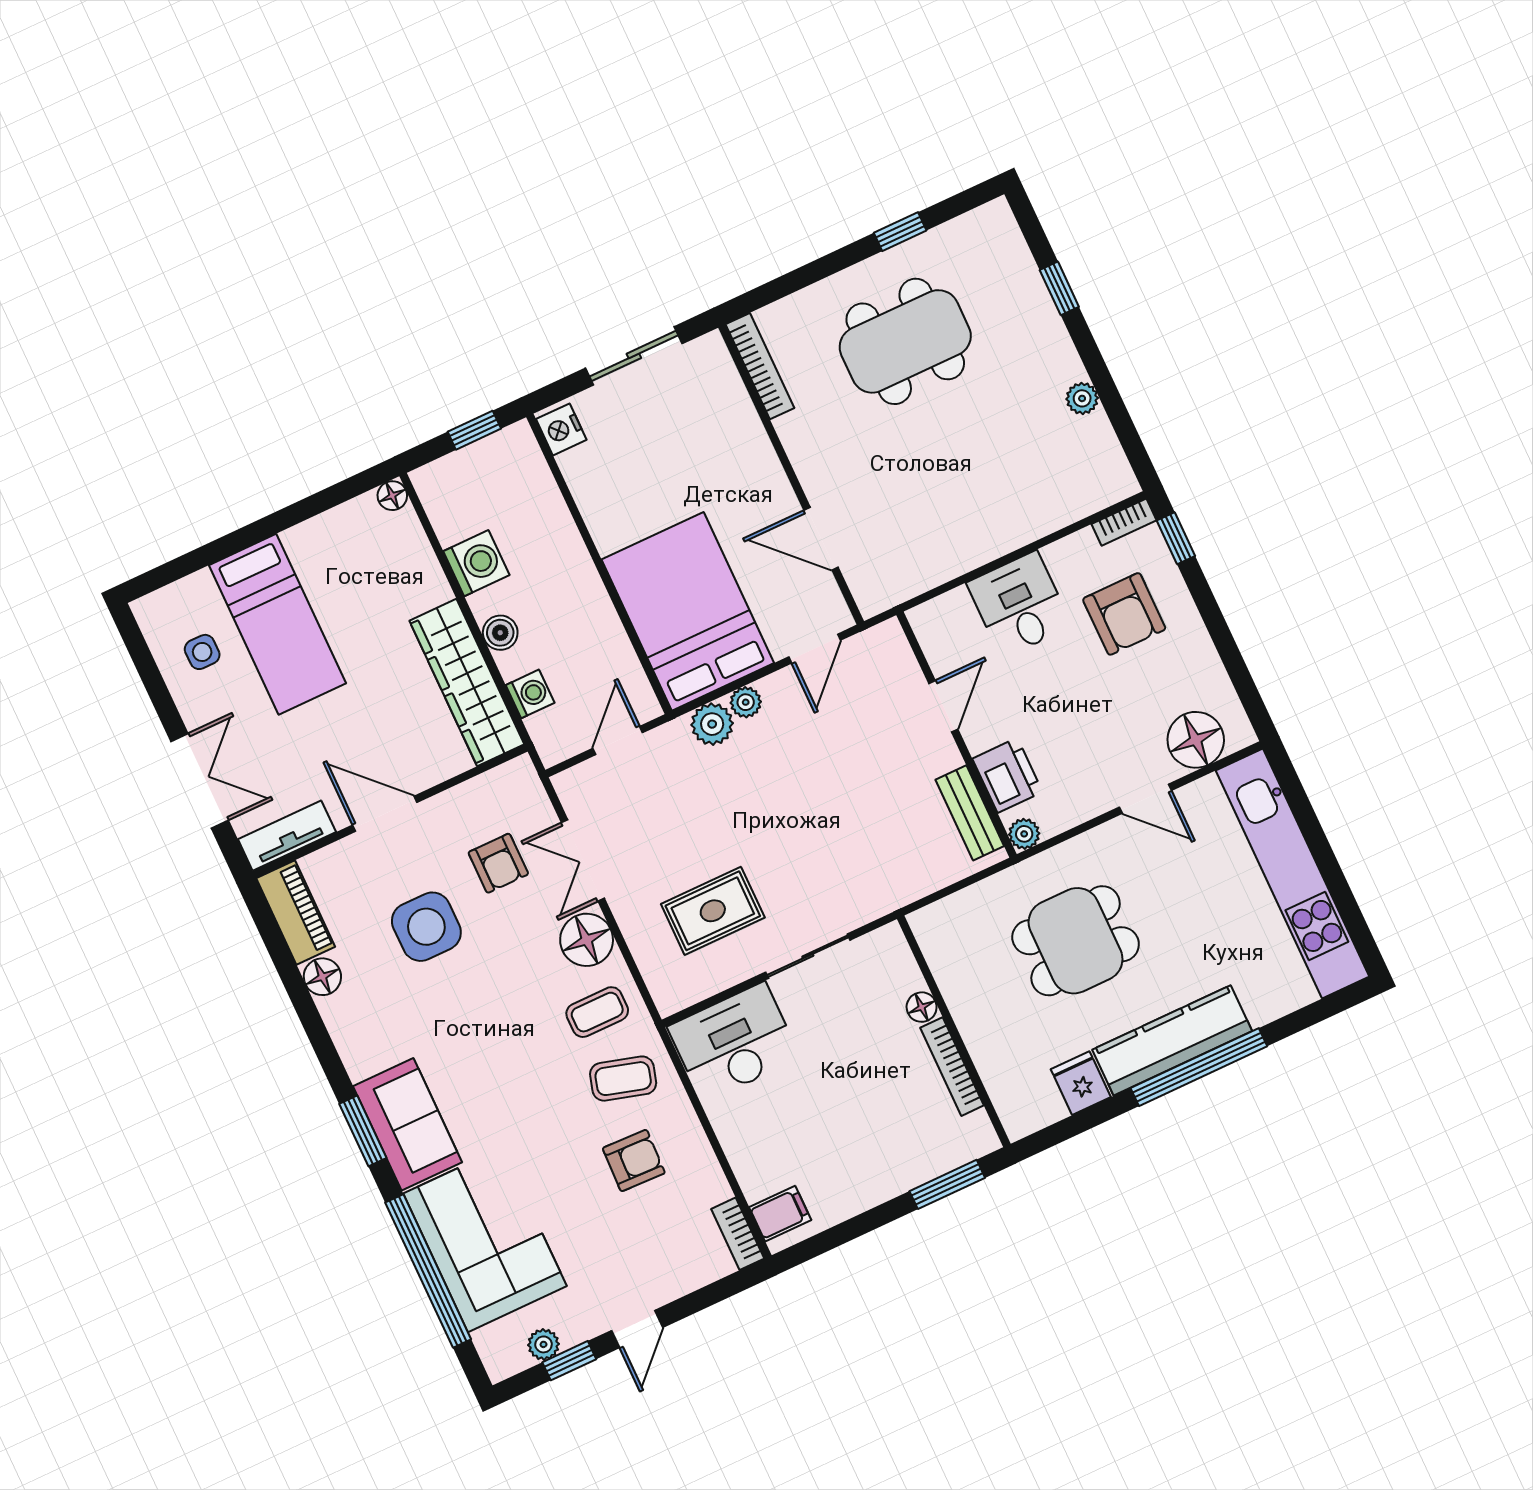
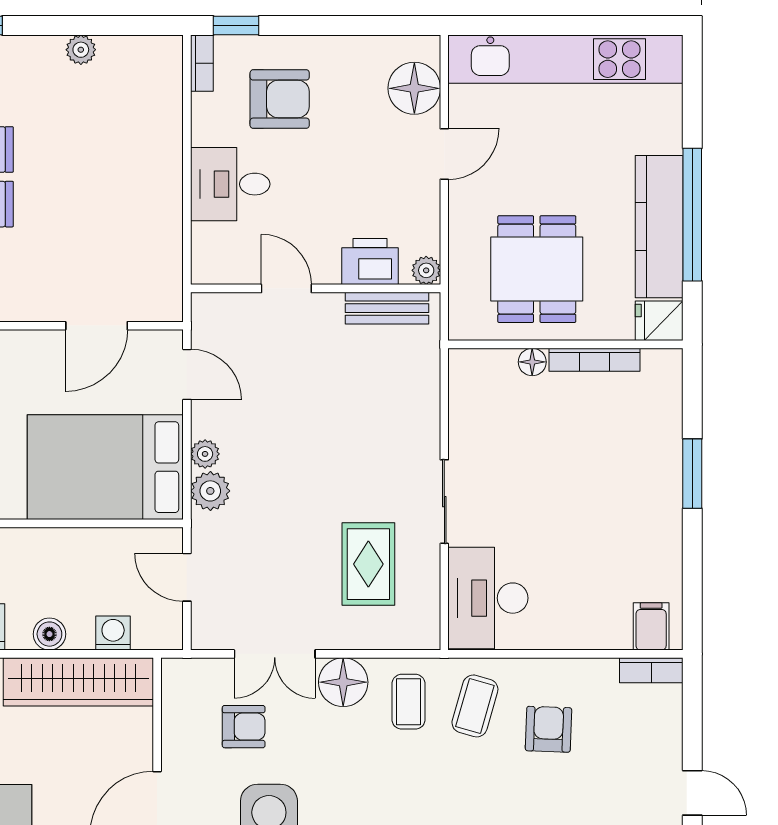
floor lamp: (922, 1007) -> (532, 362), moved
wall: (954, 1031) -> (565, 344), moved
bookcase: (952, 1067) -> (595, 360), moved

